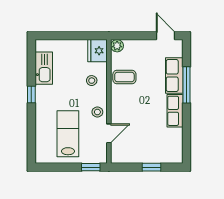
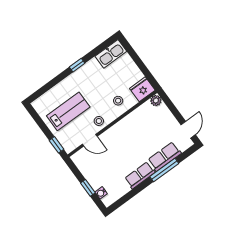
kitchen sink: (44, 68) -> (111, 54), moved
coffee table: (124, 77) -> (138, 122), removed
water cooler: (165, 158) -> (101, 193), added

